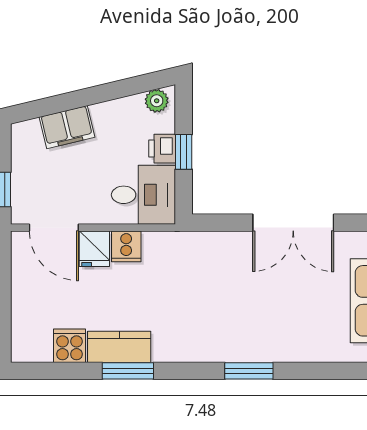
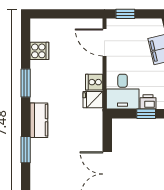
door: (54, 228) -> (104, 42), hinge flipped
fridge: (94, 249) -> (93, 100), moved
kitchen counter: (119, 347) -> (39, 120), moved

